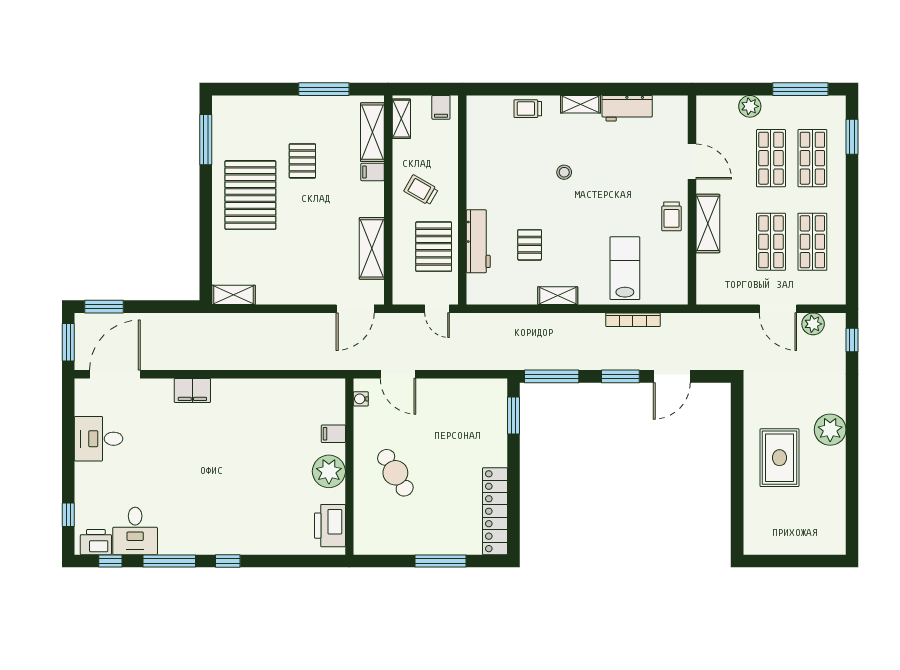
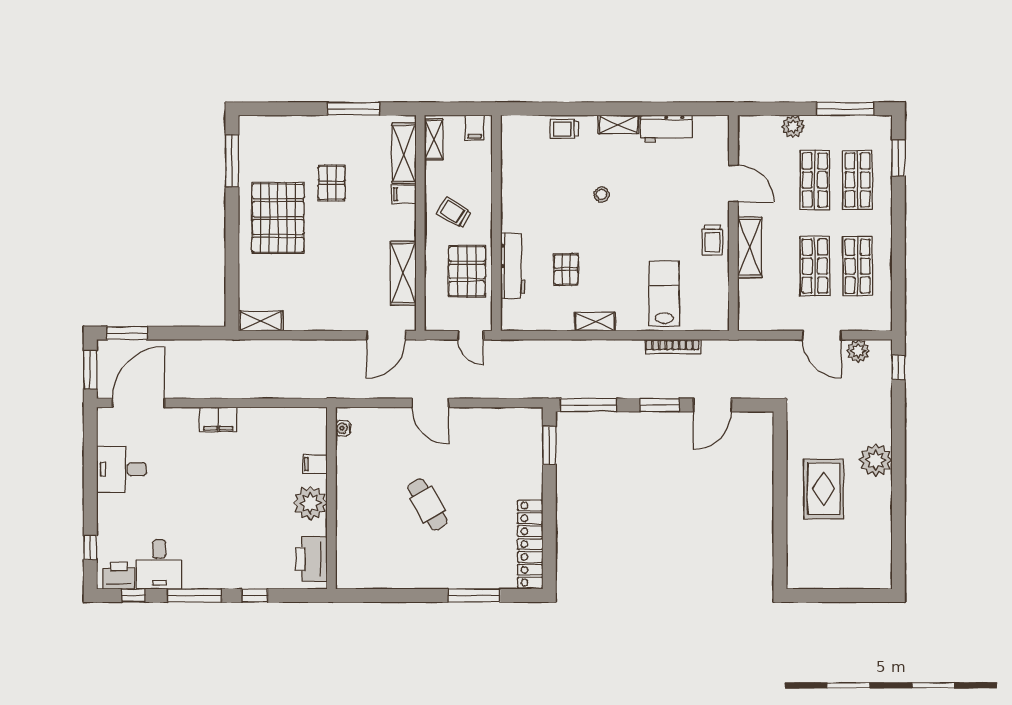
water cooler: (361, 399) -> (343, 428), moved
filing cabinet: (333, 434) -> (315, 464), moved
wall: (349, 467) -> (331, 498), moved
plant: (329, 471) -> (310, 503), moved
printer: (330, 526) -> (311, 559), moved

